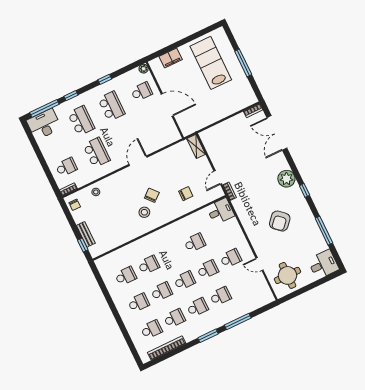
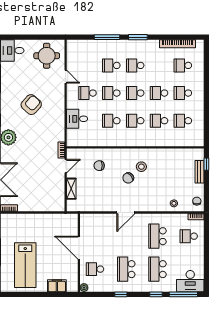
shelving: (196, 146) -> (71, 189), moved
desk: (220, 211) -> (77, 119), moved
school desk: (174, 318) -> (135, 121), moved

